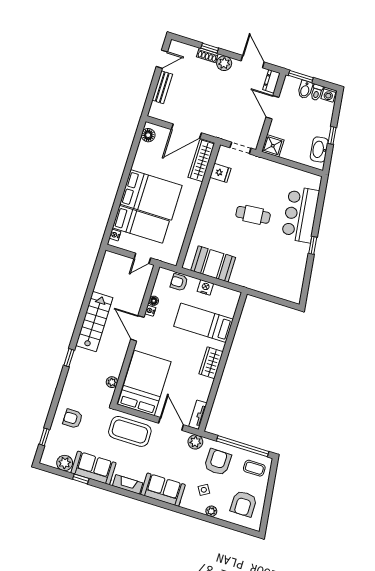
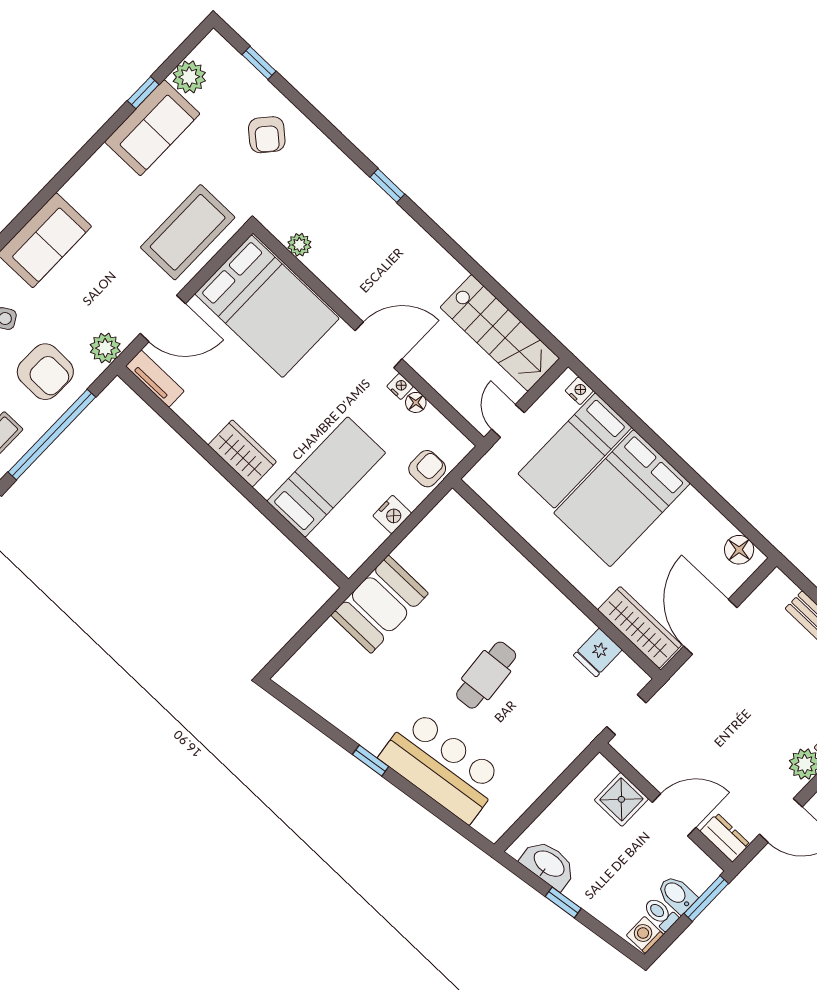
shower: (273, 146) -> (621, 799), moved
booth: (213, 264) -> (380, 604), moved
stairs: (94, 322) -> (500, 333), moved
armchair: (73, 419) -> (267, 135), turned 131
fireplace: (128, 484) -> (88, 177), removed

